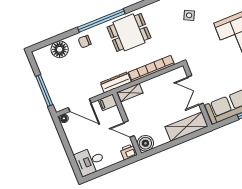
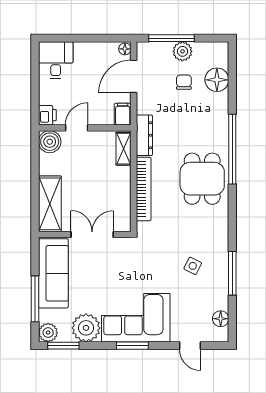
chair: (85, 42) -> (184, 82), moved
plant: (50, 80) -> (182, 51), added

